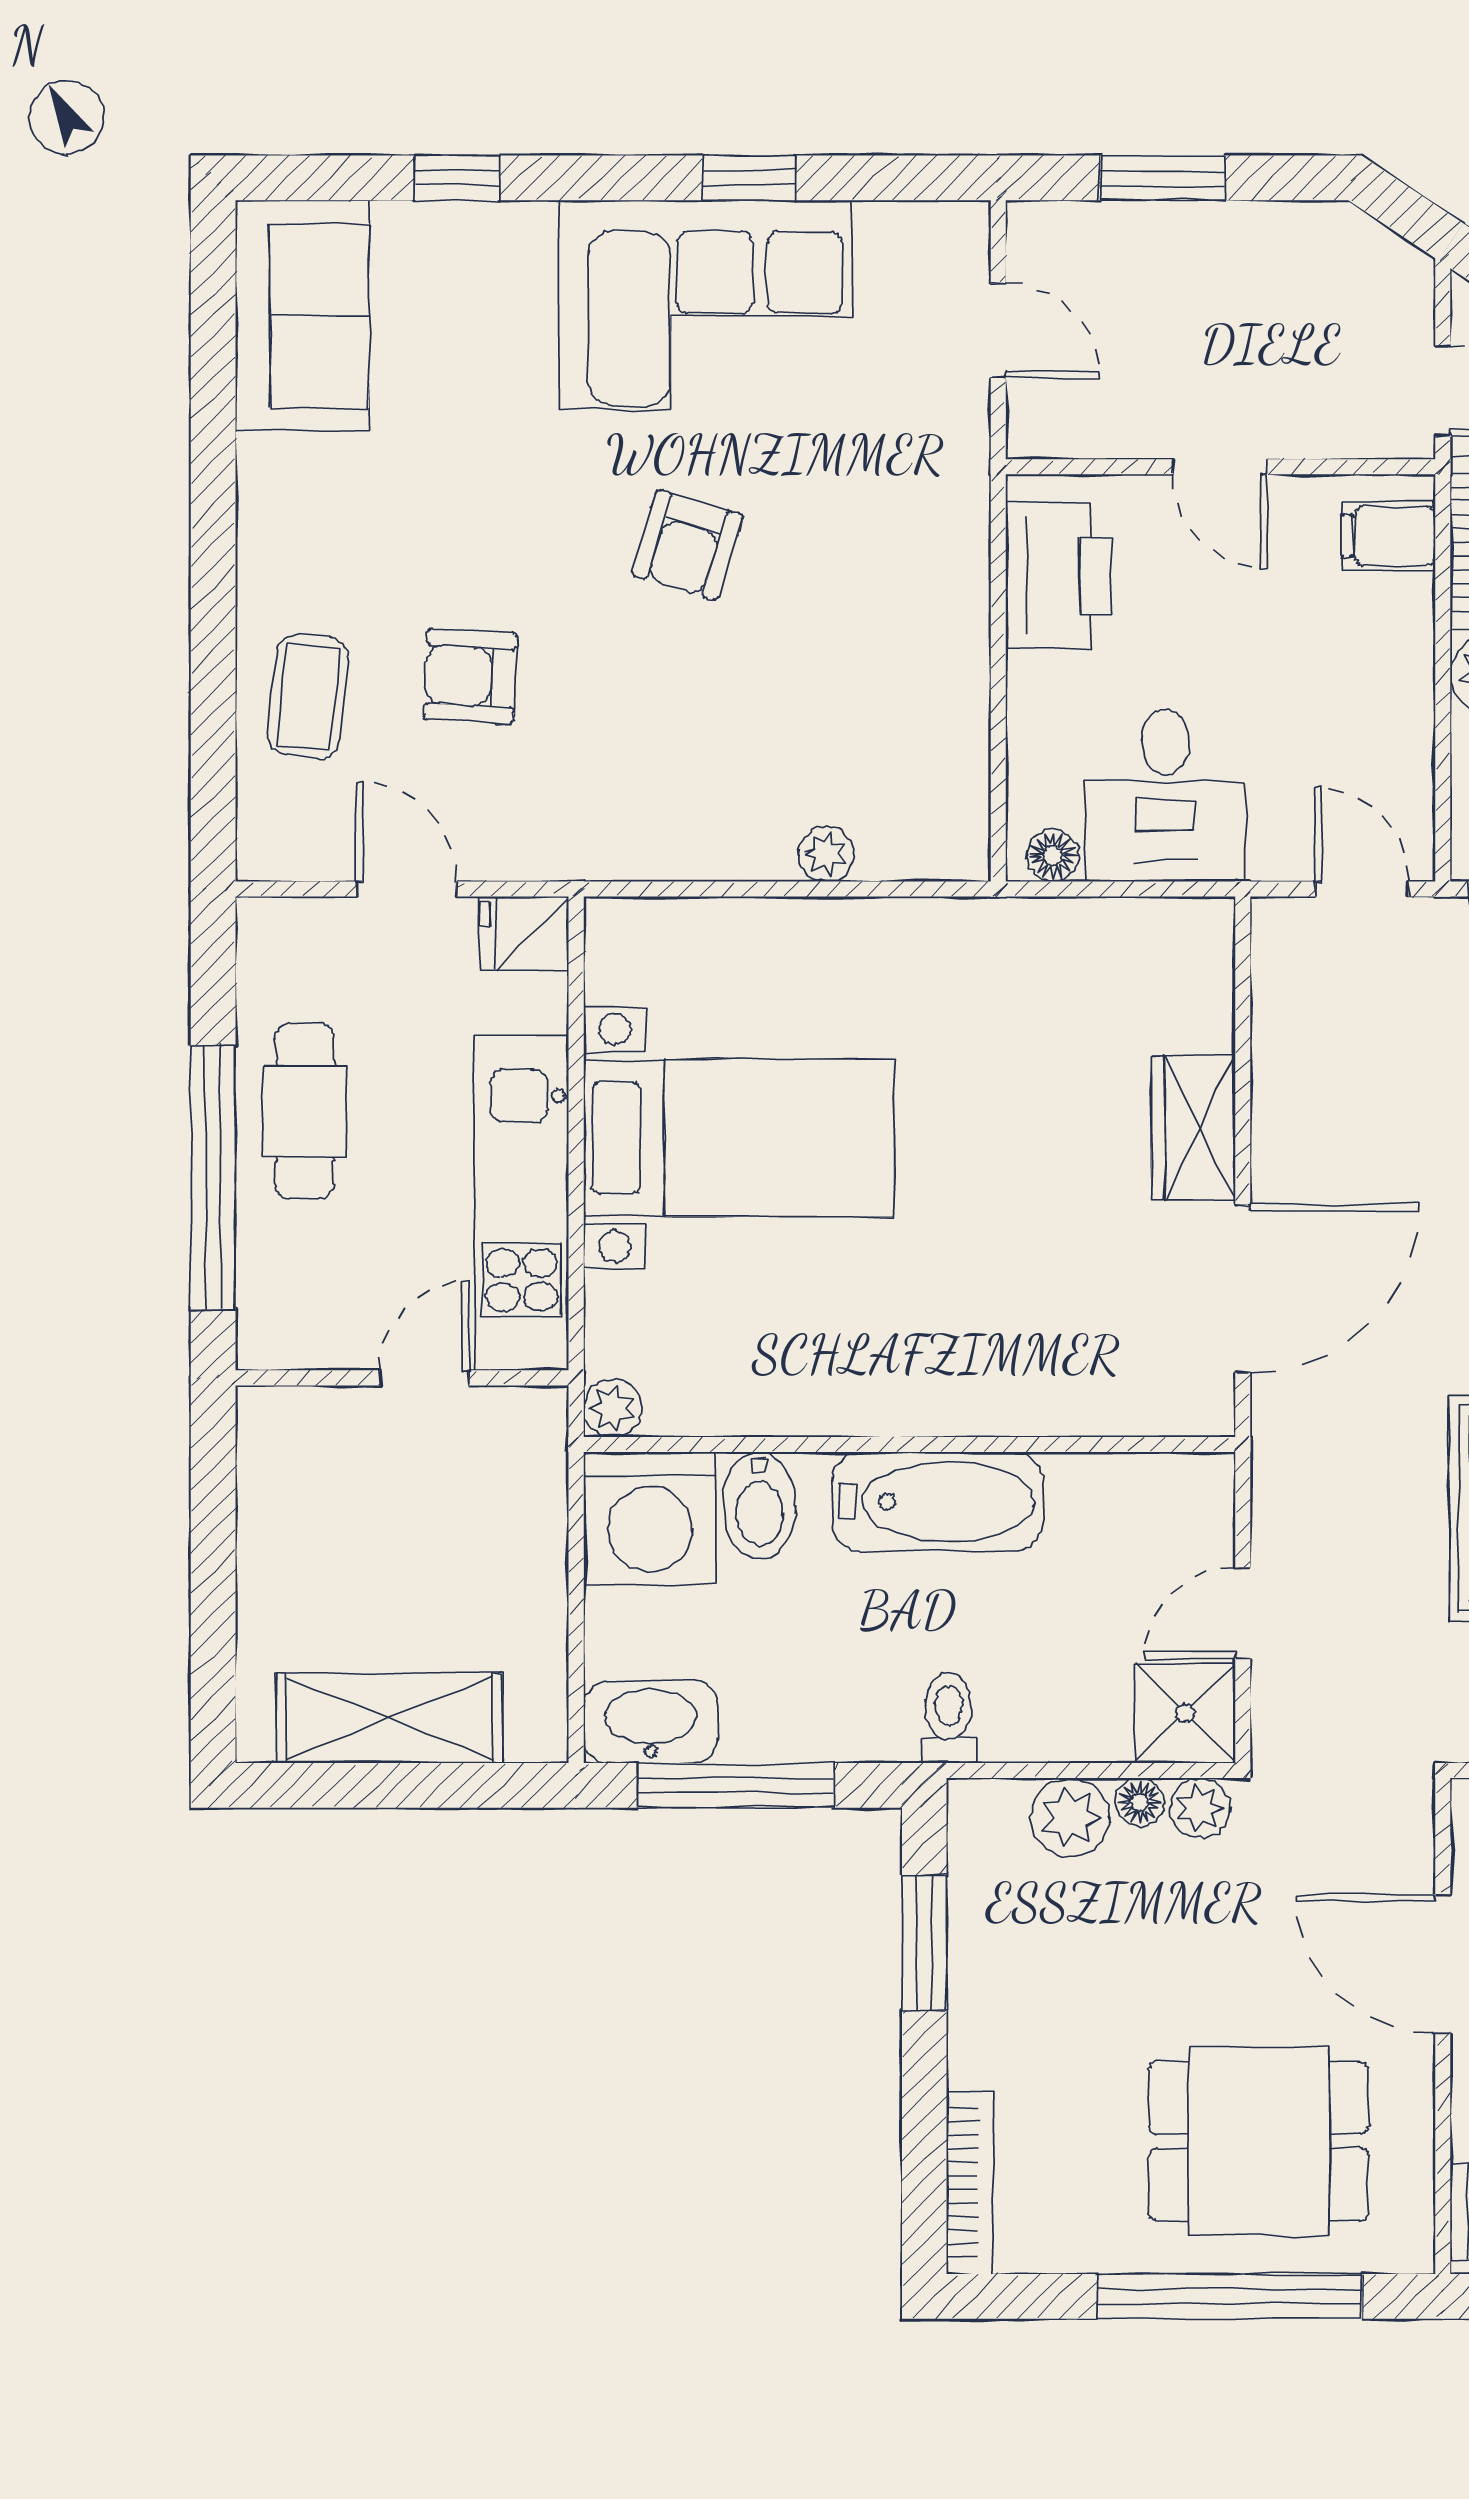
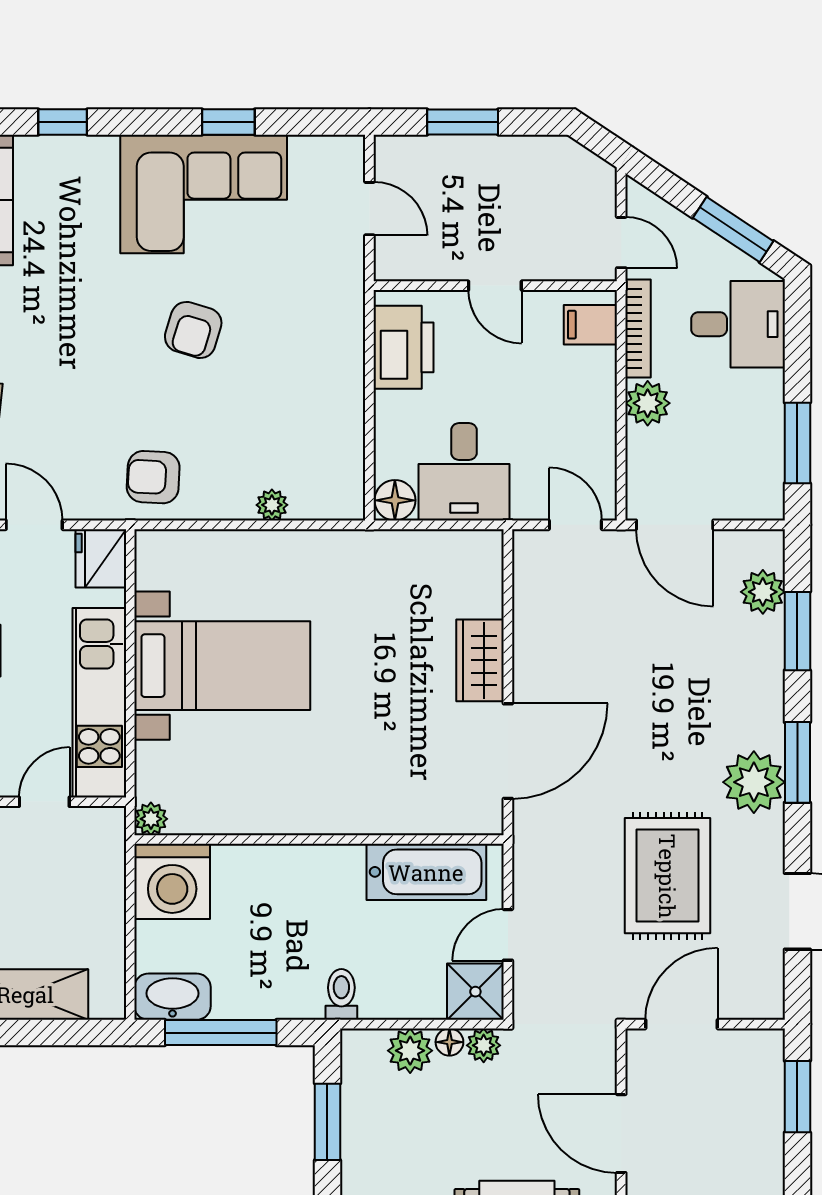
armchair: (470, 676) -> (153, 477), moved
floor lamp: (1053, 855) -> (395, 500), width x1.37, depth x1.37
fridge: (524, 934) -> (101, 558), width x1.38
bathtub: (938, 1502) -> (426, 872), moved
bidet: (759, 1505) -> (234, 874), removed

